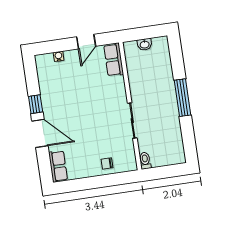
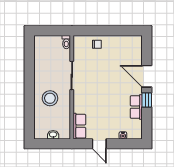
door: (86, 42) -> (99, 144), swing flipped
stool: (155, 89) -> (50, 98), added
window: (182, 98) -> (29, 88), removed
row of seats: (58, 166) -> (136, 107), moved

